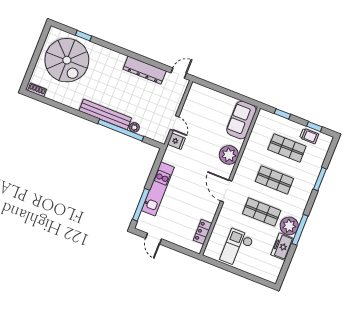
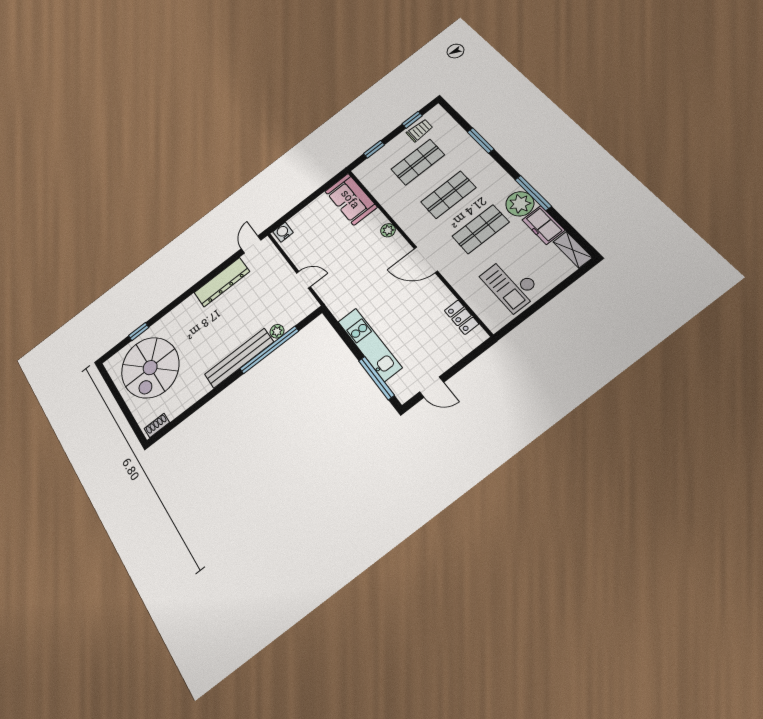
spiral stairs: (67, 60) -> (150, 368), turned 90
water cooler: (198, 89) -> (283, 232), added
fridge: (176, 141) -> (326, 289), removed
plant: (229, 155) -> (388, 230), width x0.53, depth x0.53
shelving: (275, 271) -> (573, 250), added

